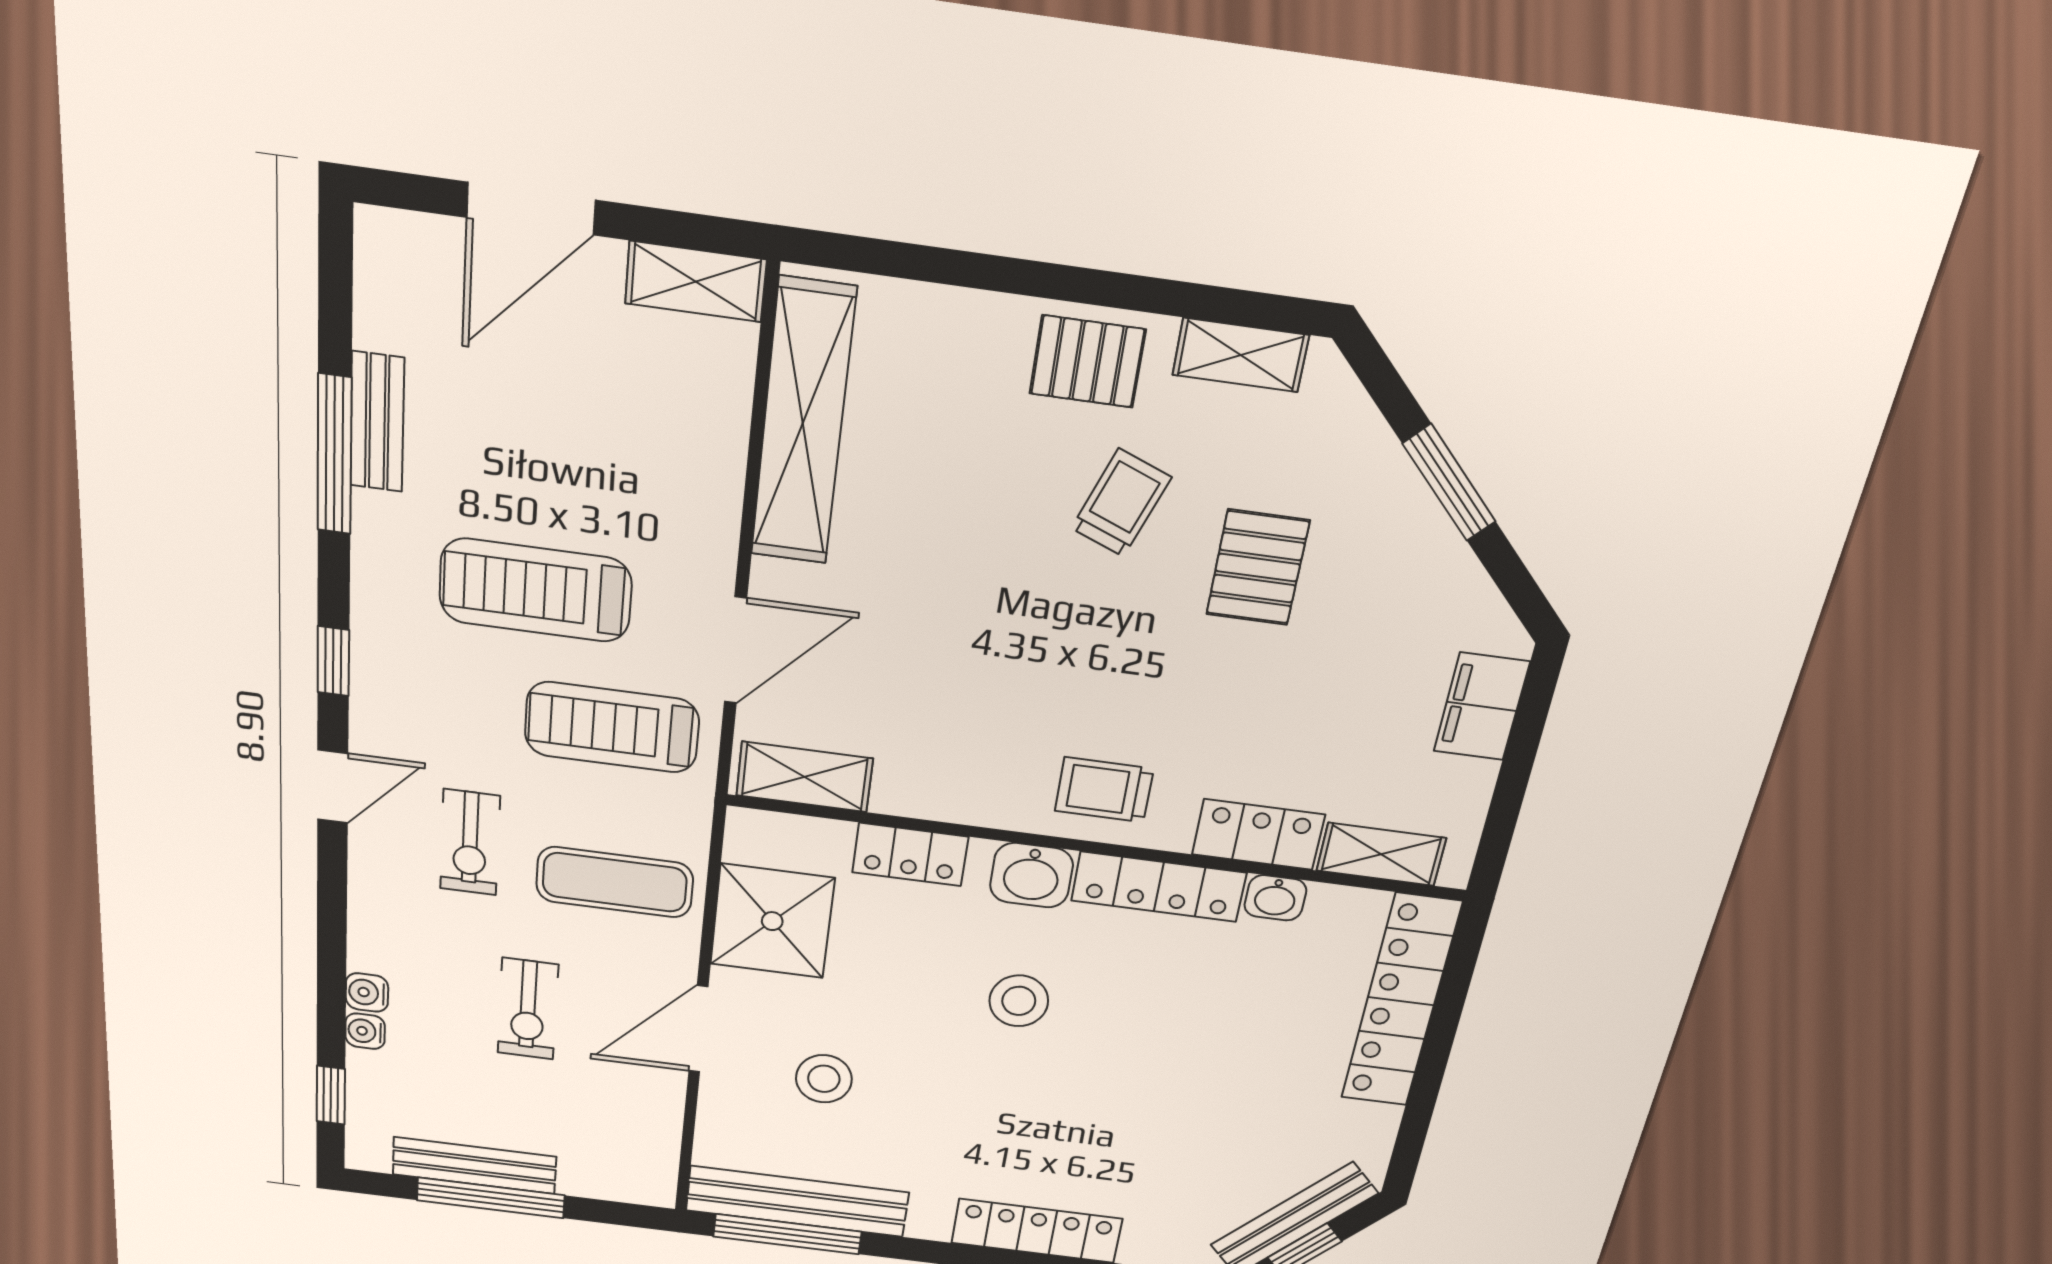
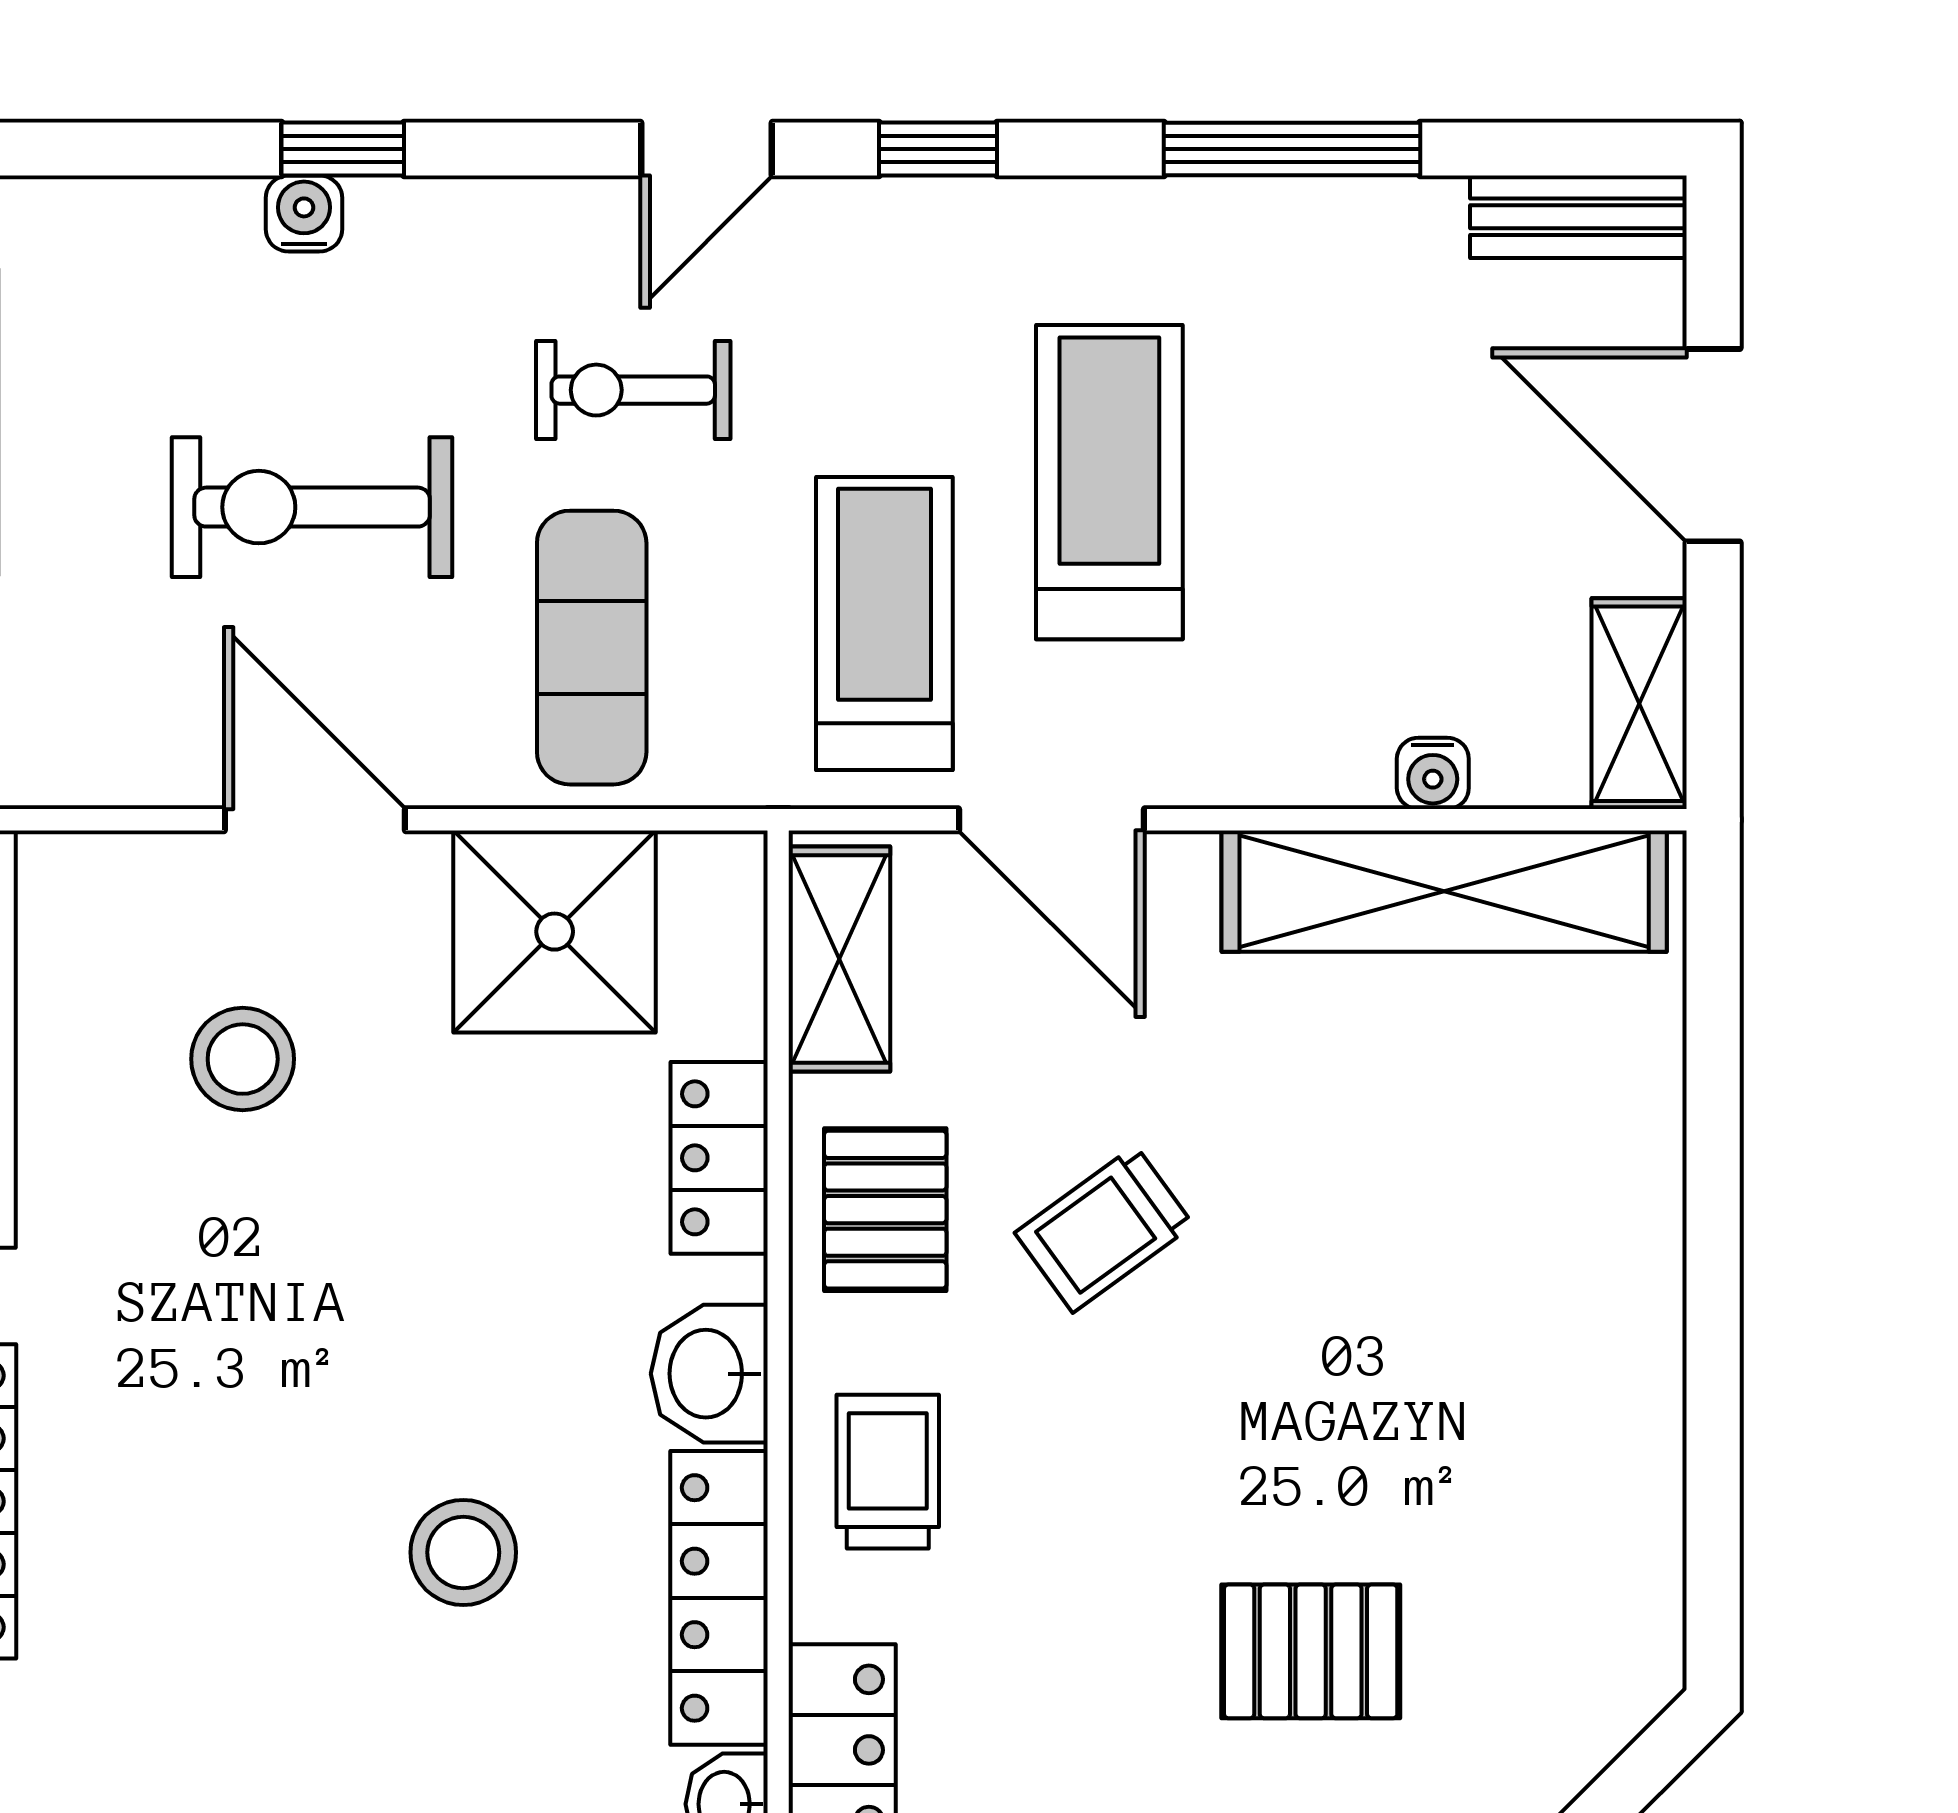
shelving: (1241, 355) -> (1642, 1555), removed
pallet: (1088, 361) -> (885, 1210), moved
bench: (377, 422) -> (1578, 217), moved
trolley: (1121, 503) -> (1104, 1229), moved, turned 123
door: (333, 786) -> (707, 149), hinge flipped
stool: (1019, 1001) -> (463, 1552), moved
exercise bike: (528, 1009) -> (312, 507), width x1.38, depth x1.39
water cooler: (365, 1031) -> (1433, 773), moved, turned 180
window: (331, 1095) -> (343, 149), moved

